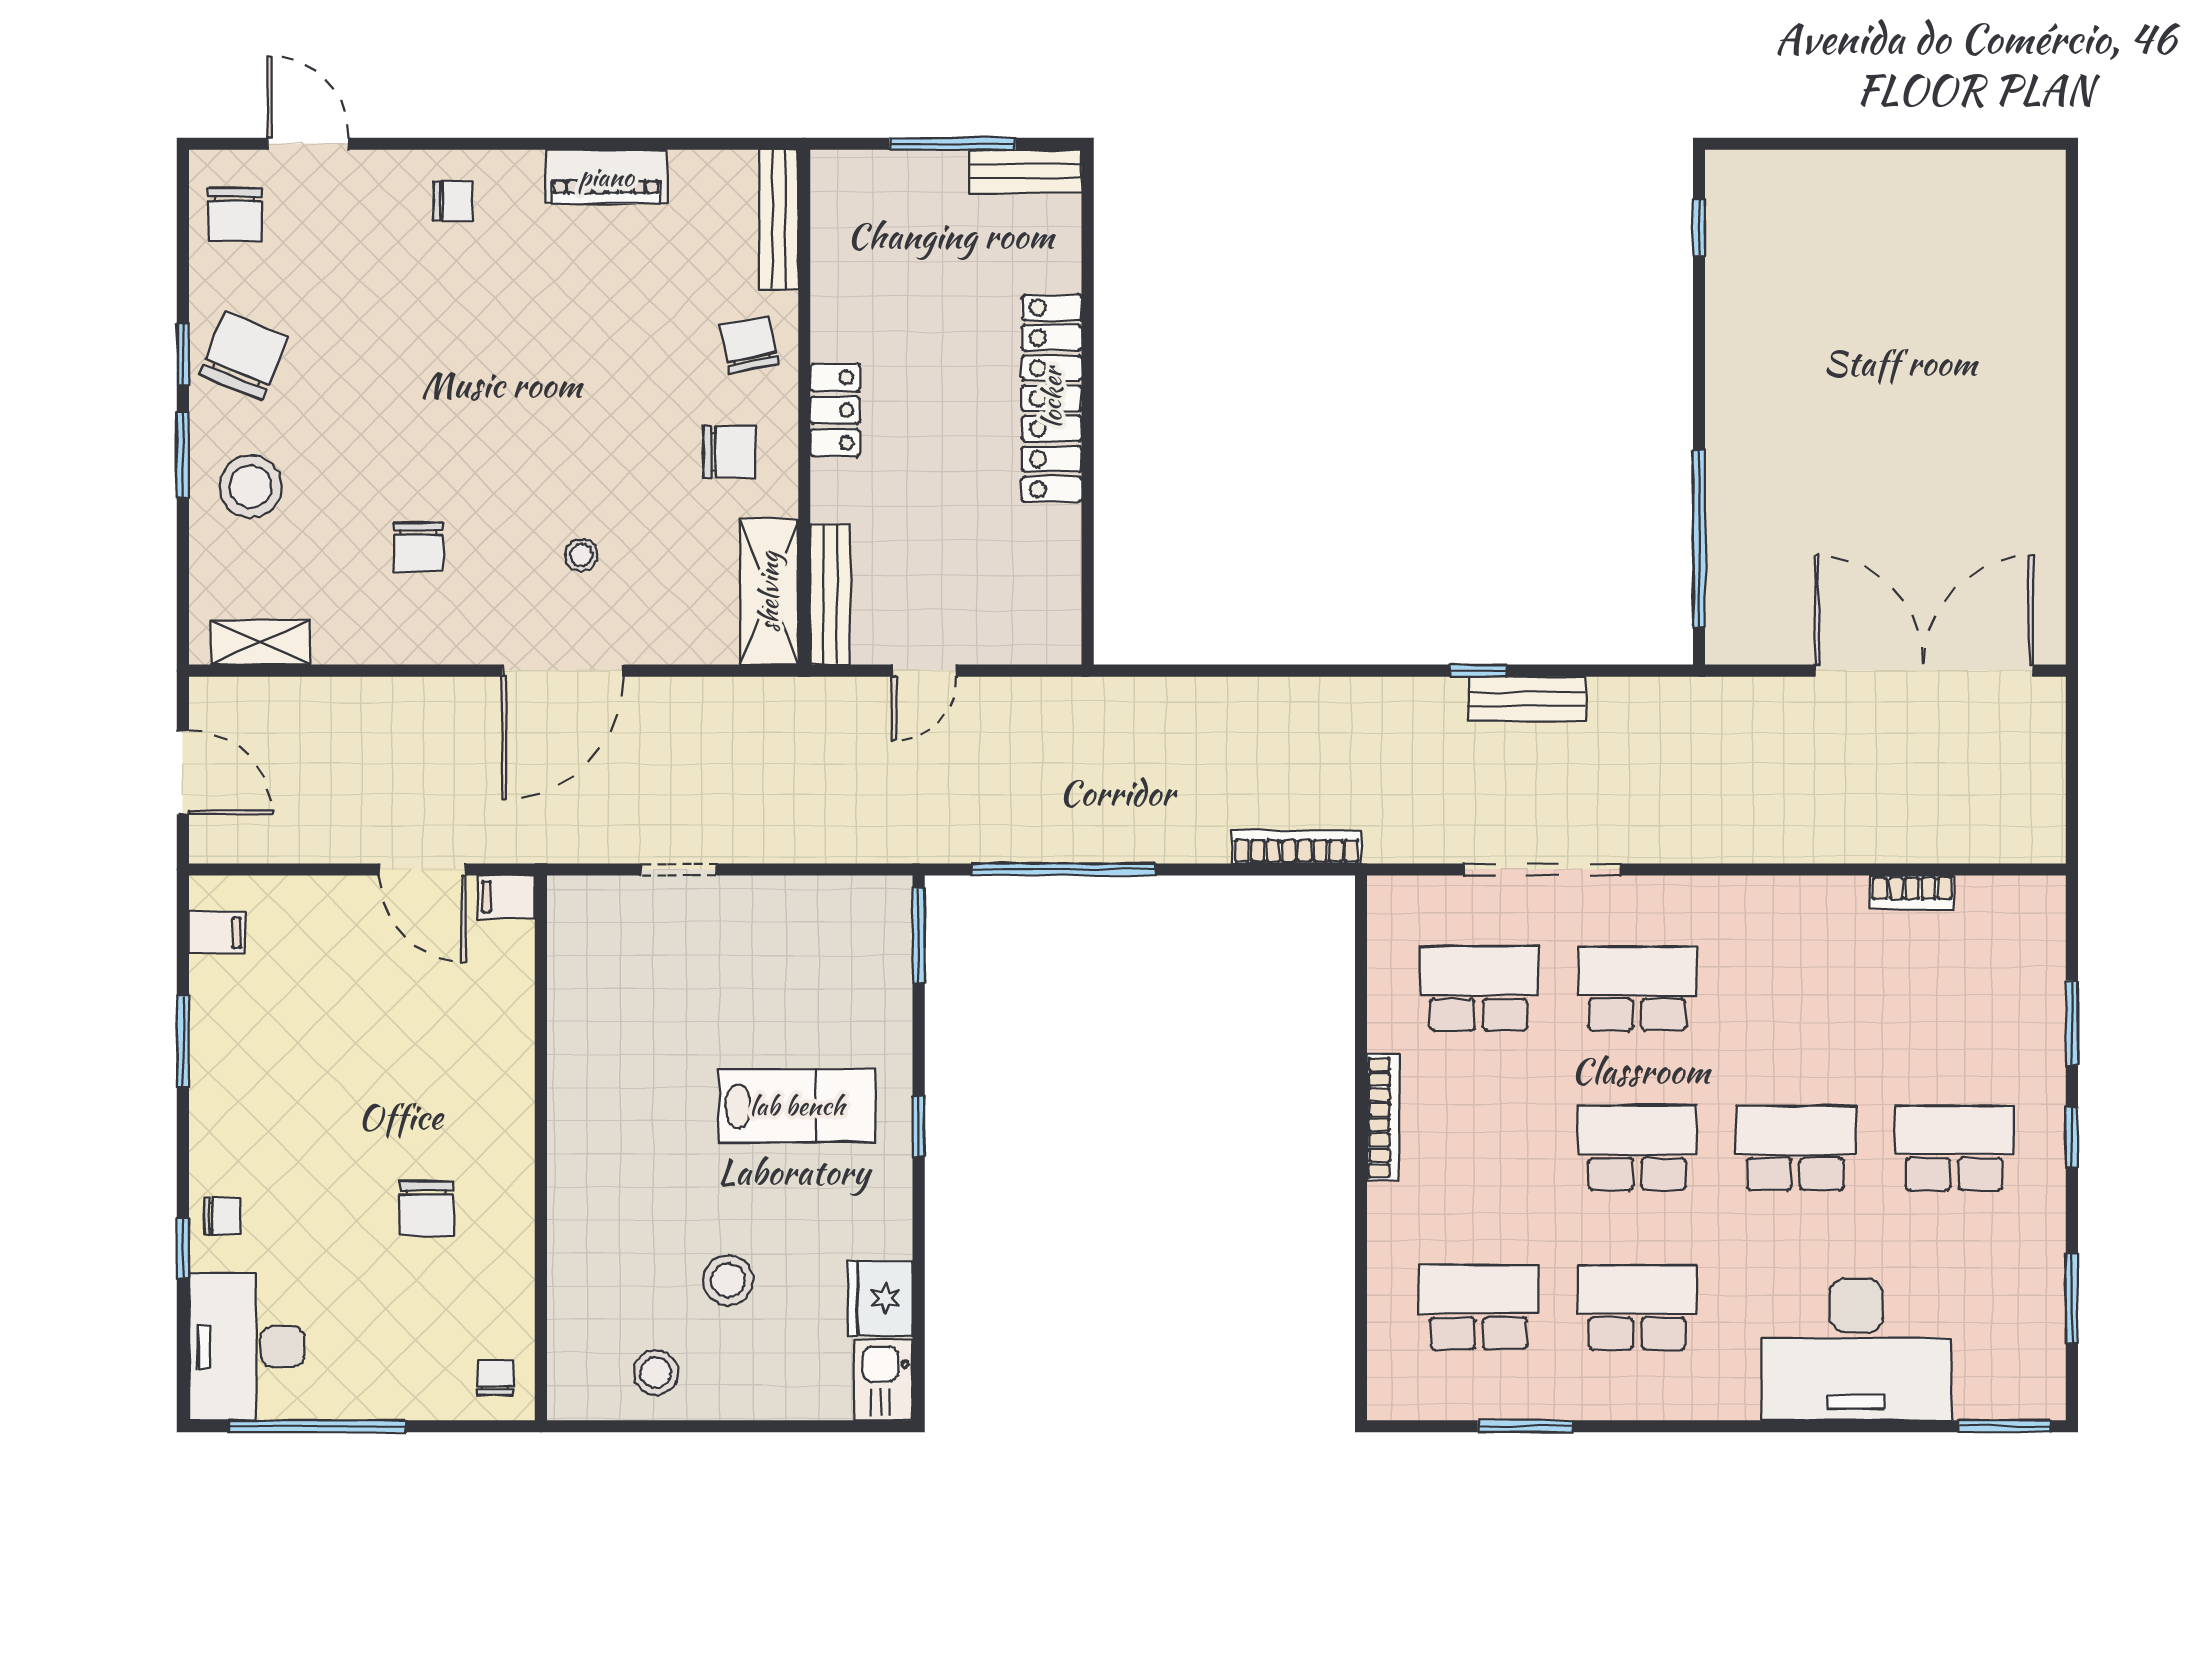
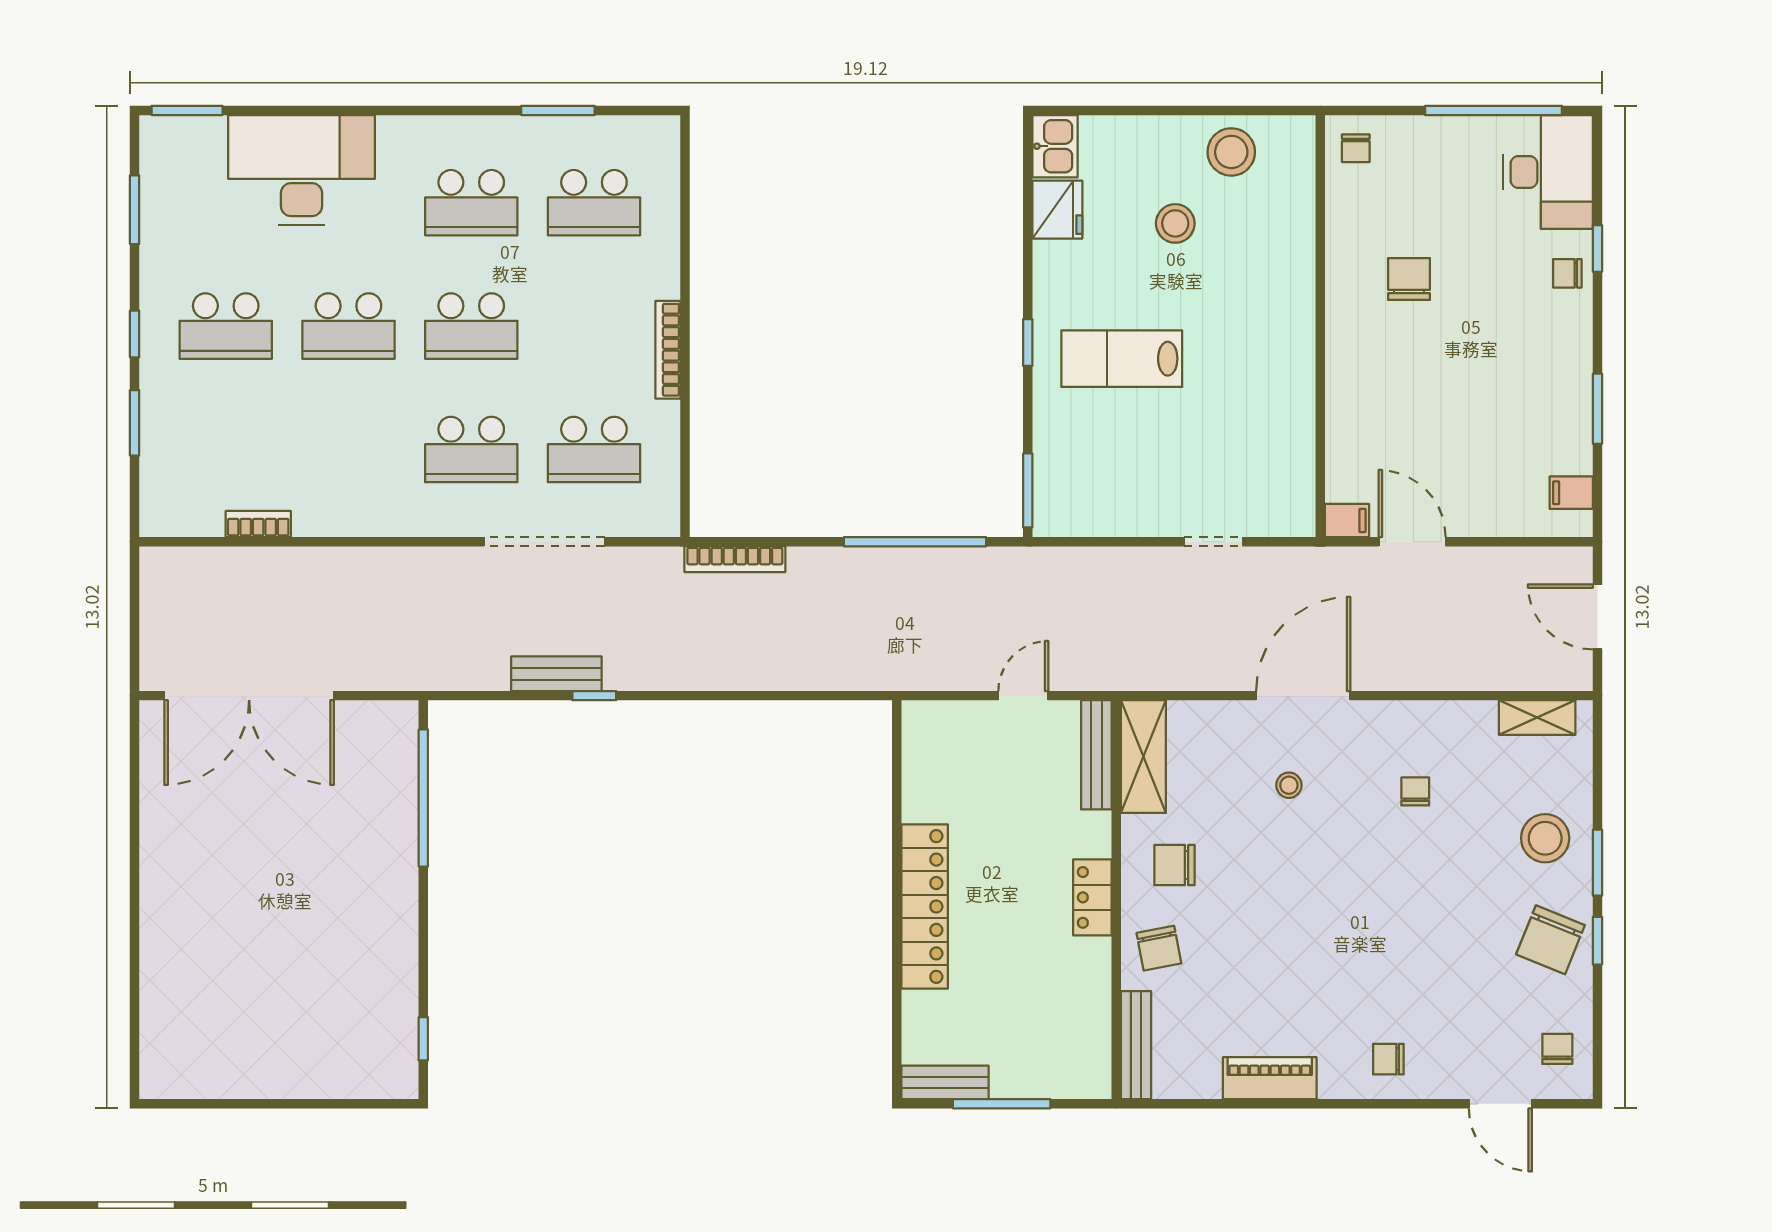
chair: (235, 215) -> (1557, 1049), width x0.73, depth x0.73
chair: (418, 547) -> (1415, 791), width x0.73, depth x0.73
stool: (656, 1373) -> (1231, 152), width x1.38, depth x1.38

